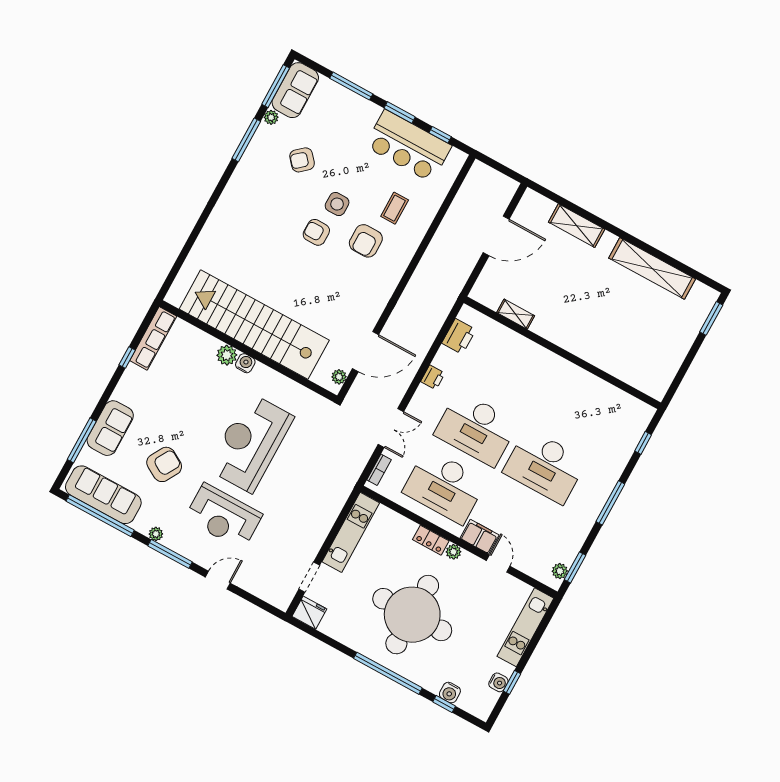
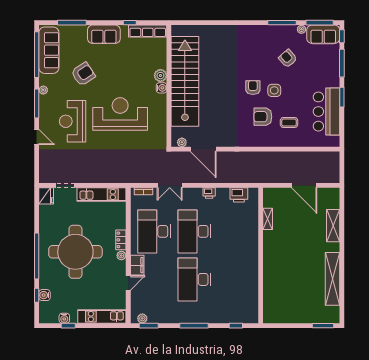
window: (440, 135) -> (342, 36), moved
sofa: (110, 428) -> (104, 34), moved
armchair: (164, 464) -> (83, 74), turned -63

